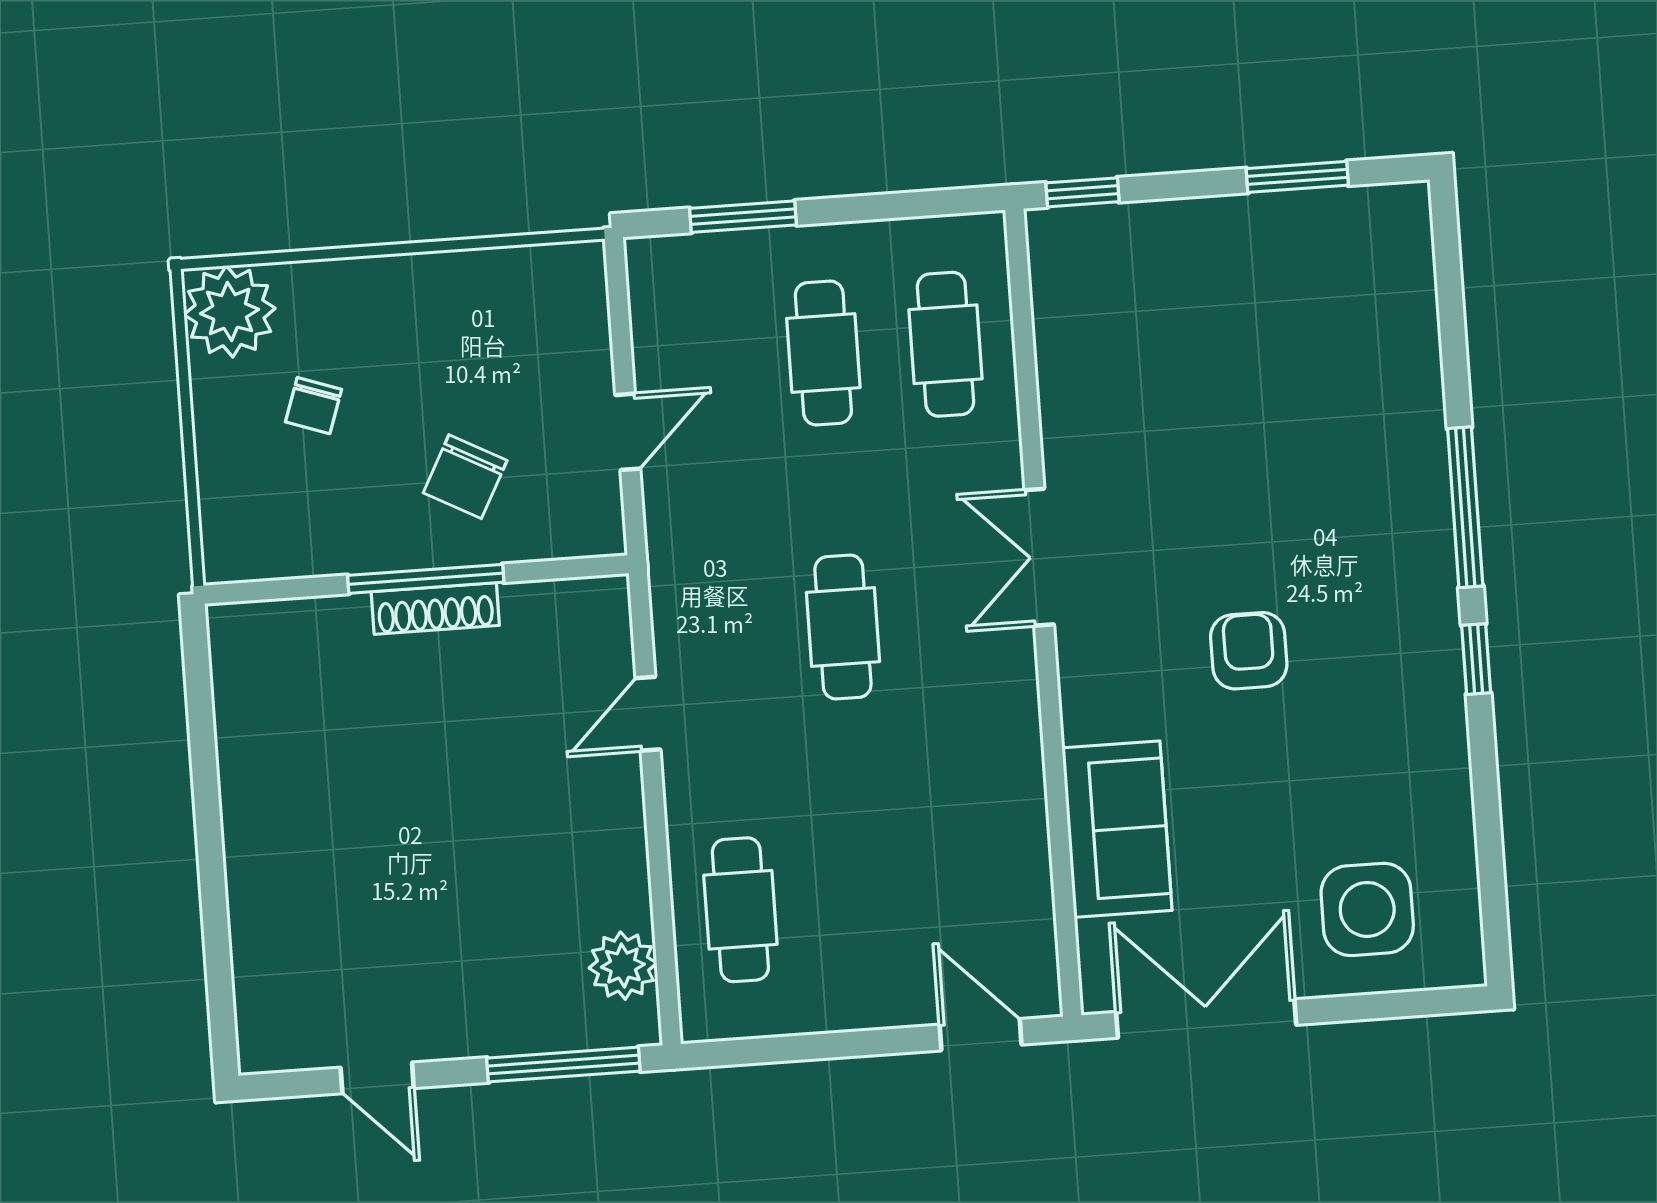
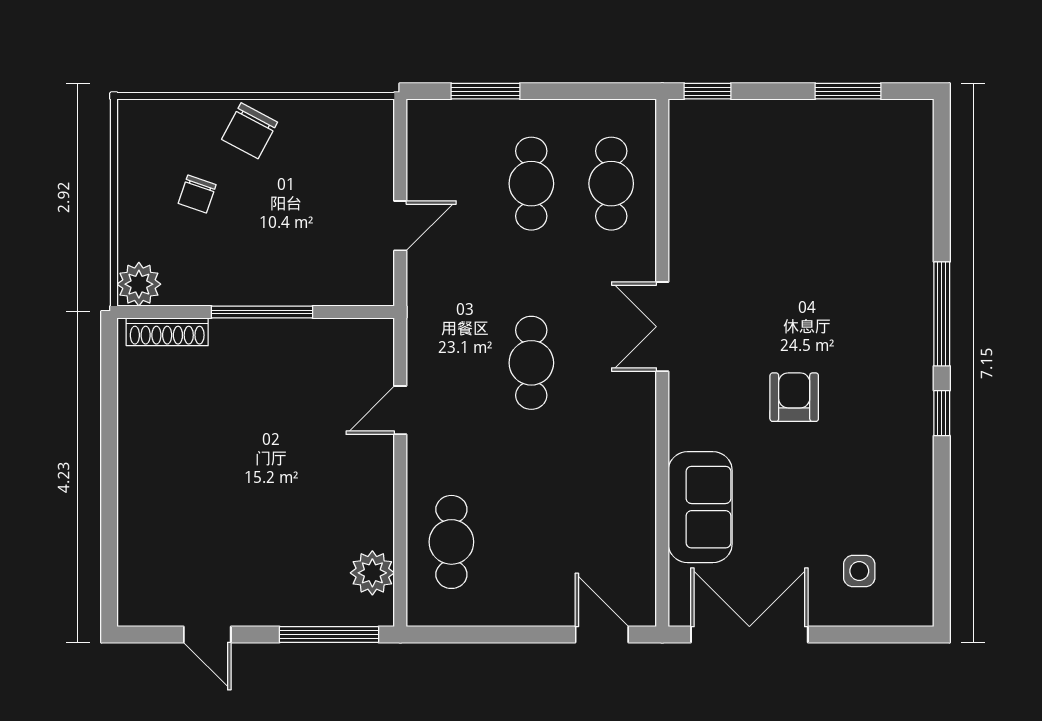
plant: (230, 311) -> (139, 284), moved, width x0.73, depth x0.73
chair: (465, 477) -> (250, 131), moved
shoe rack: (435, 609) -> (167, 332), moved
side table: (1367, 909) -> (859, 571), width x0.54, depth x0.54

